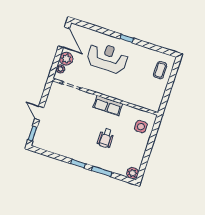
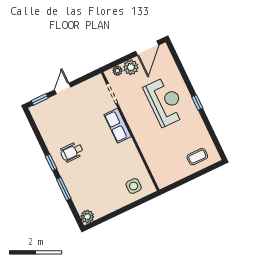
row of seats: (108, 105) -> (118, 126), moved
wheelchair: (106, 138) -> (72, 152), moved

